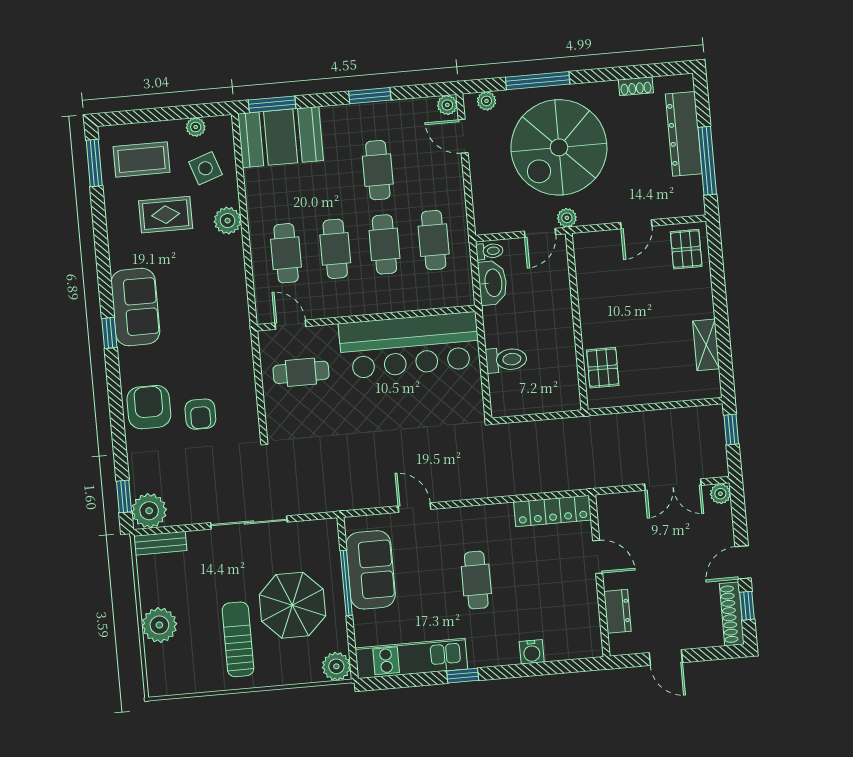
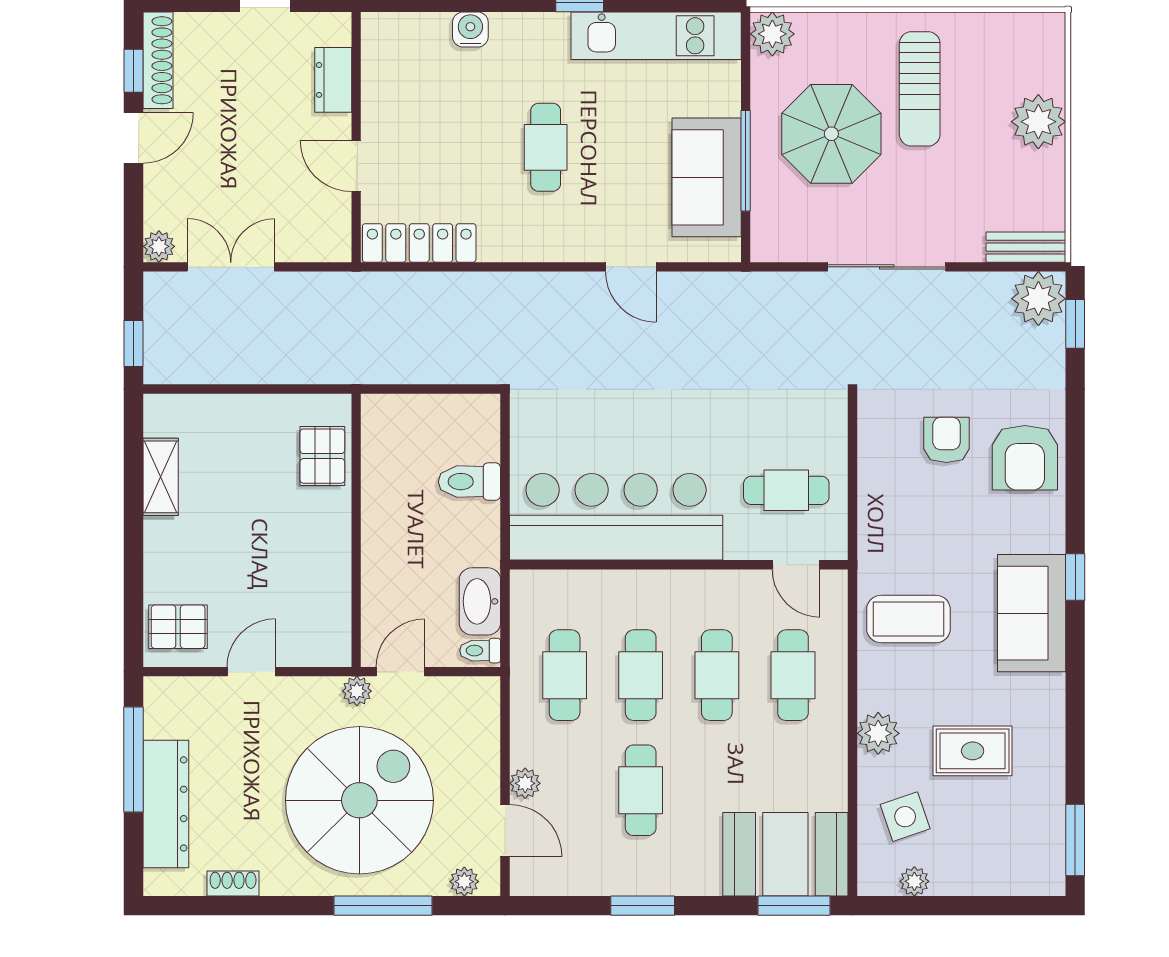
plant: (447, 105) -> (525, 783), moved
coffee table: (141, 159) -> (908, 619), moved
pallet: (686, 249) -> (178, 627), turned 90

